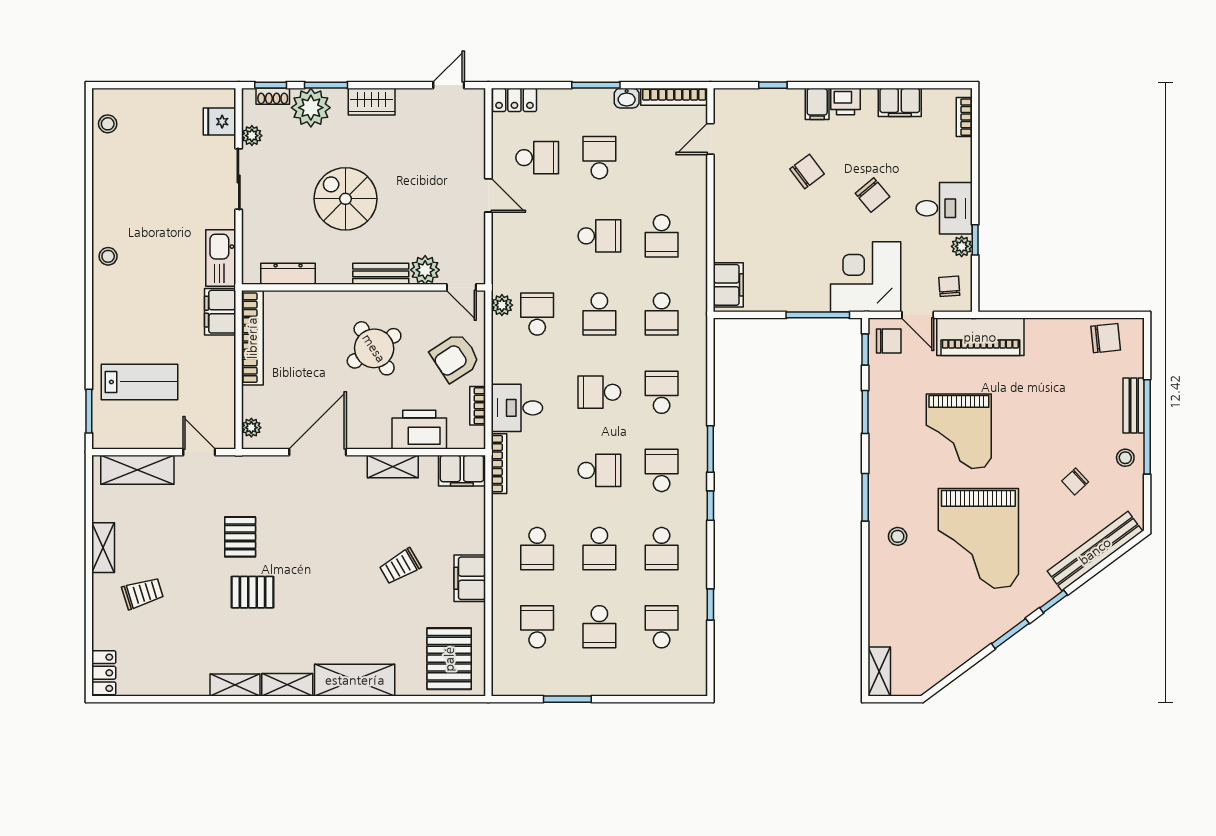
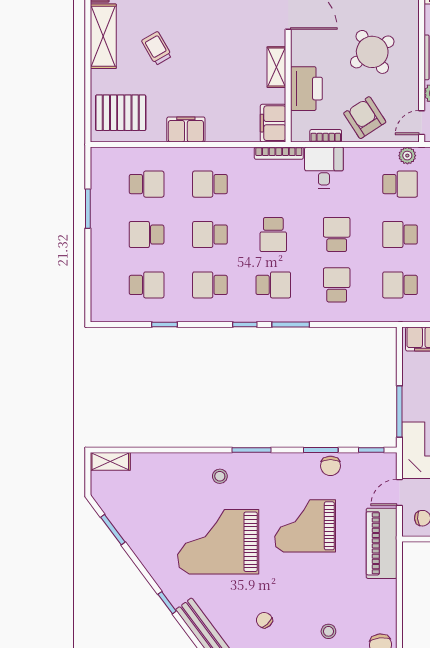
chair: (889, 341) -> (330, 466), moved
school desk: (662, 392) -> (337, 285), turned -90
stool: (1089, 402) -> (328, 631), added
trolley: (400, 566) -> (157, 48), moved
window: (1010, 634) -> (113, 530), moved

